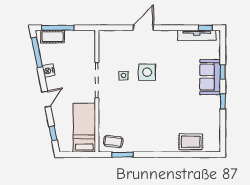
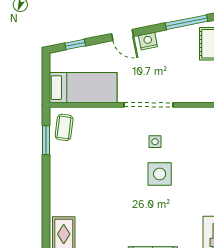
nightstand: (49, 71) -> (148, 41), moved

